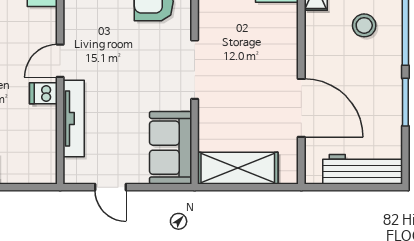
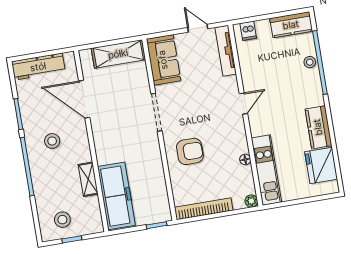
stool: (364, 25) -> (52, 141), moved
dishwasher: (43, 93) -> (248, 31), moved, turned 90
tv unit: (74, 119) -> (226, 51), moved

